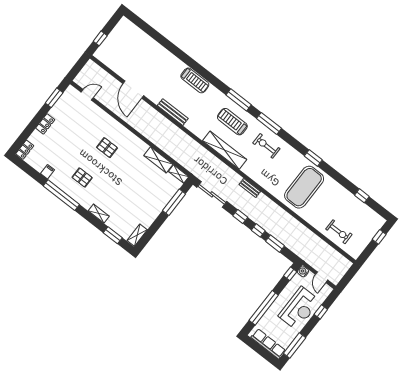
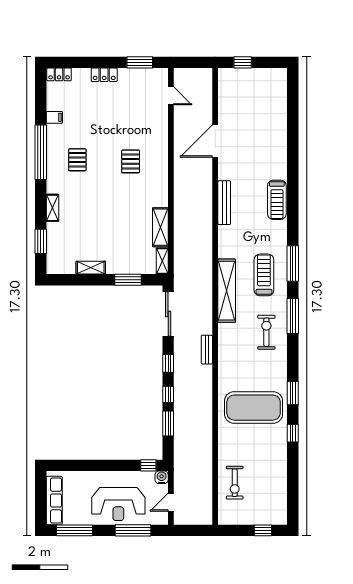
window: (362, 196) -> (293, 433), moved
window: (174, 202) -> (128, 280), width x0.69
shelving: (137, 235) -> (91, 268), moved
window: (264, 308) -> (89, 465), removed
window: (321, 312) -> (133, 530), width x2.17

